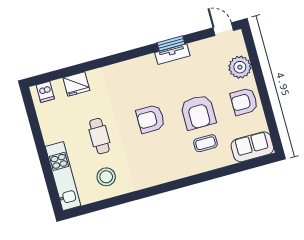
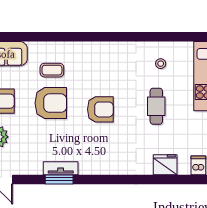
armchair: (198, 112) -> (51, 103), turned 90
stool: (106, 177) -> (161, 64), width x0.53, depth x0.53

